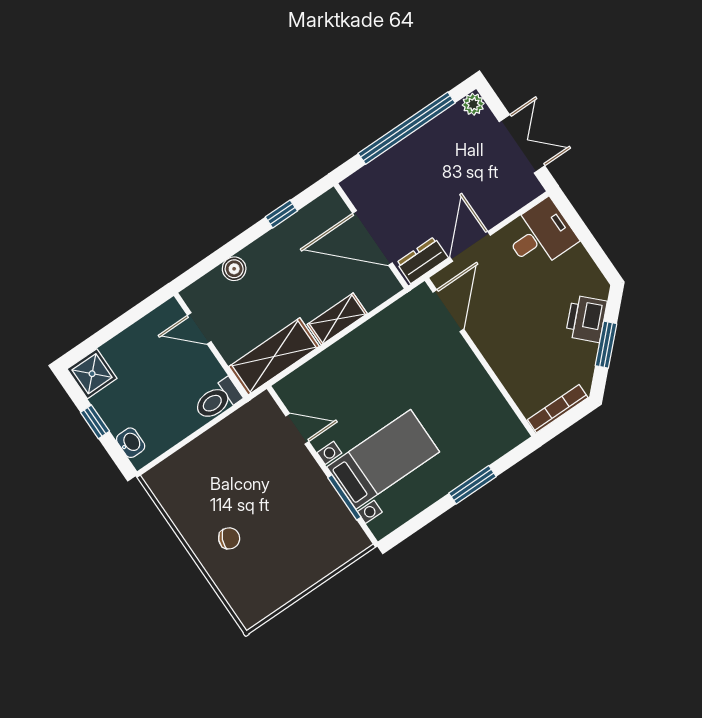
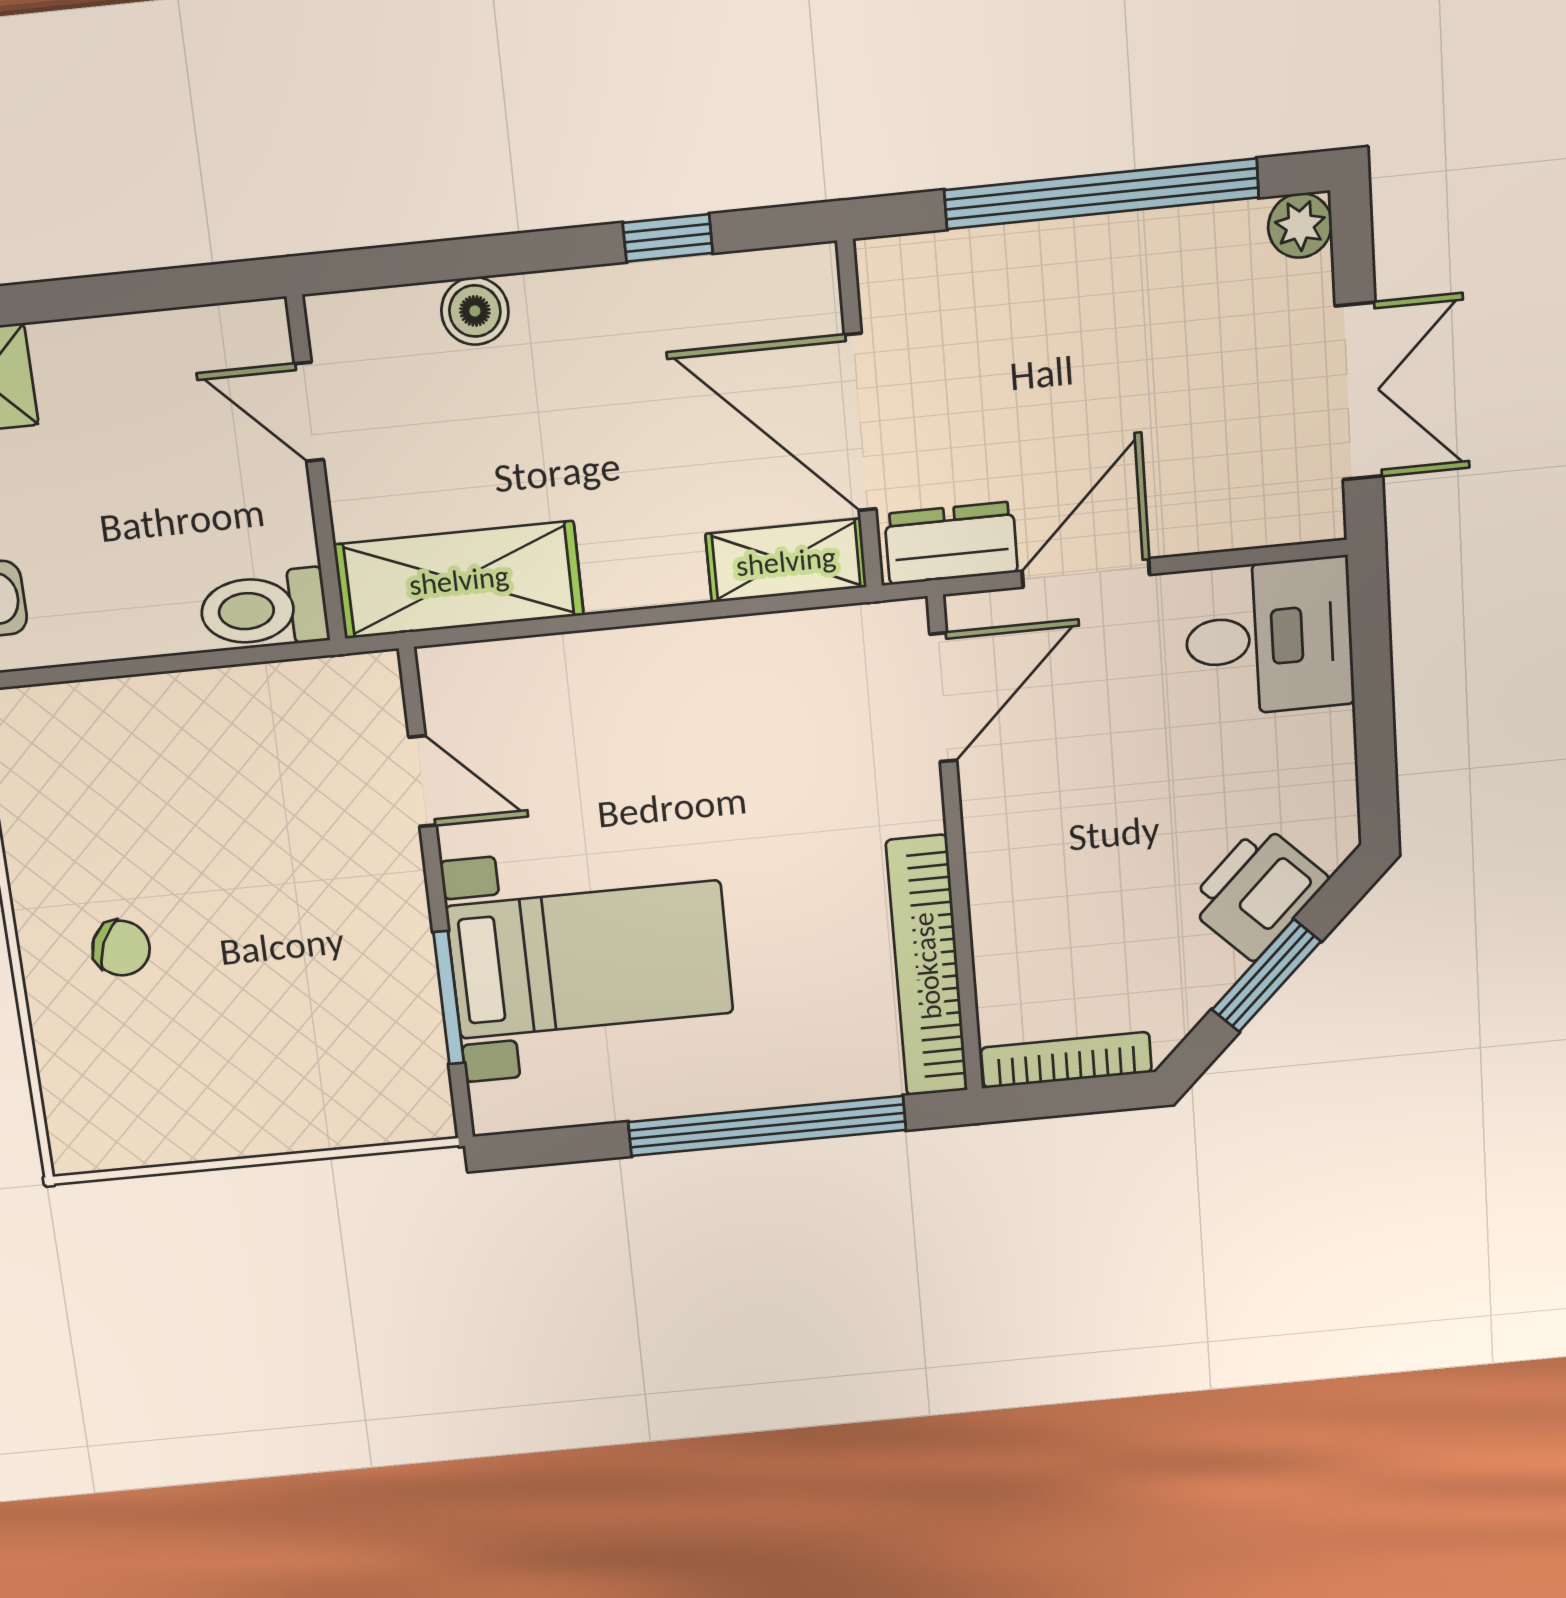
shelving: (337, 319) -> (786, 561), moved
bookcase: (494, 402) -> (927, 966), added
window: (472, 485) -> (767, 1126), width x2.11

